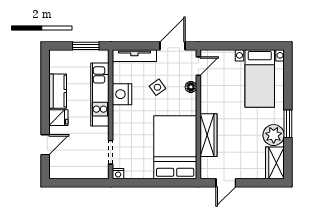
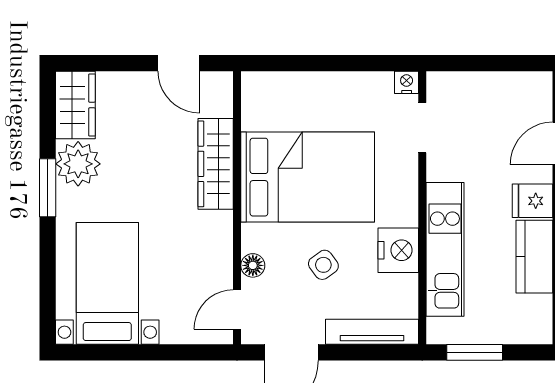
bed: (175, 147) -> (308, 177), moved, turned -90
door: (226, 183) -> (179, 63), swing flipped

